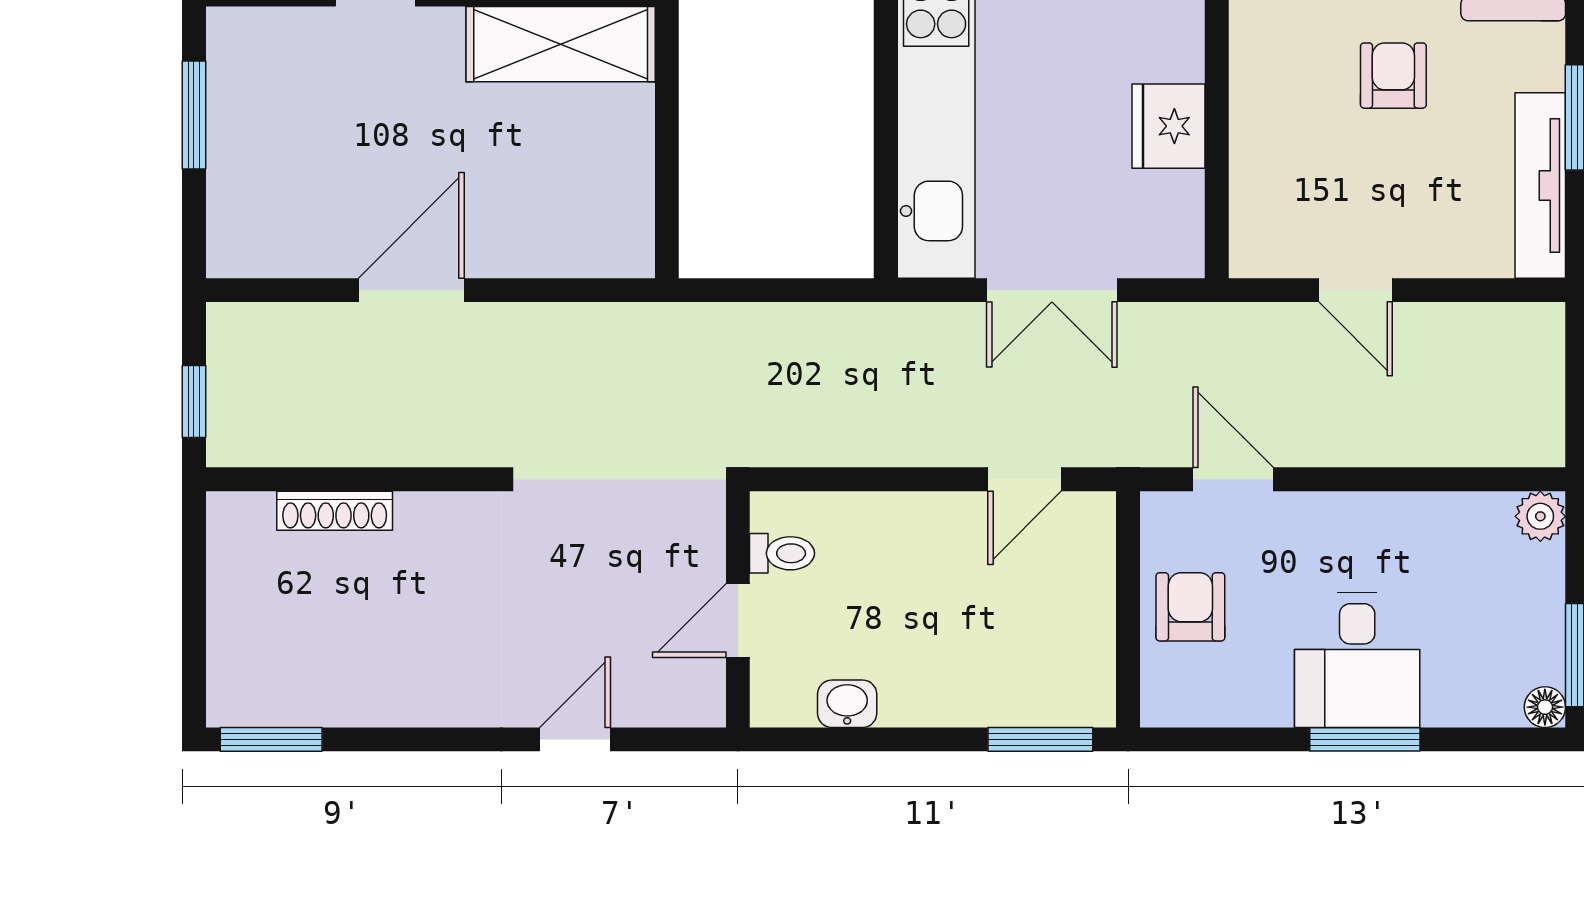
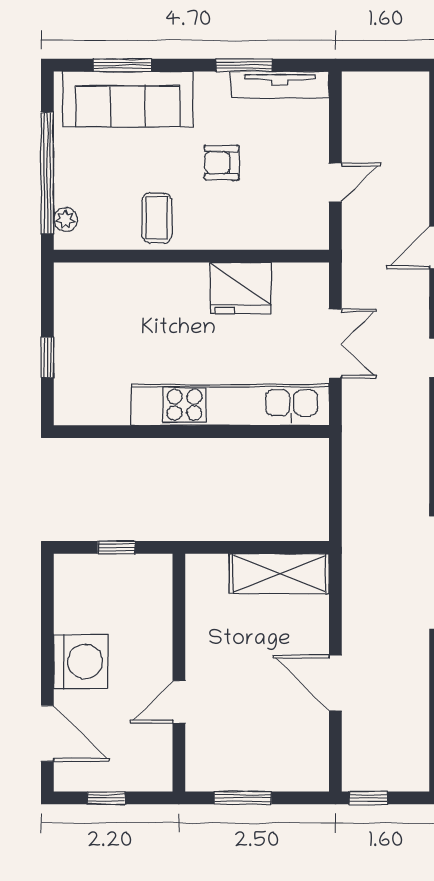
shelving: (561, 44) -> (279, 574), moved, turned 90
fridge: (1168, 126) -> (241, 288), width x1.36, depth x1.34
window: (194, 402) -> (368, 798), moved

